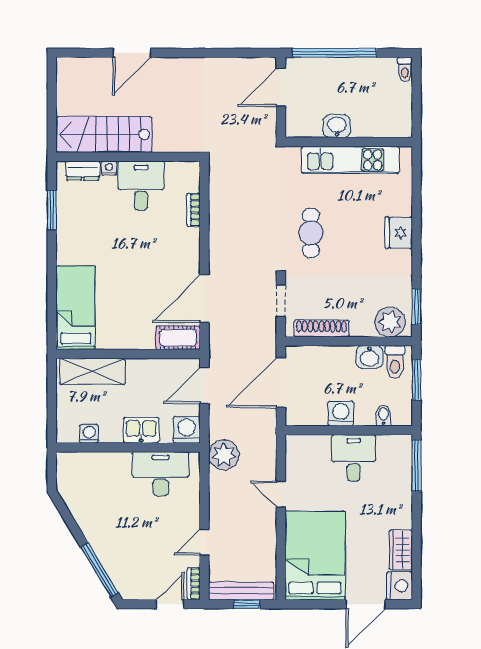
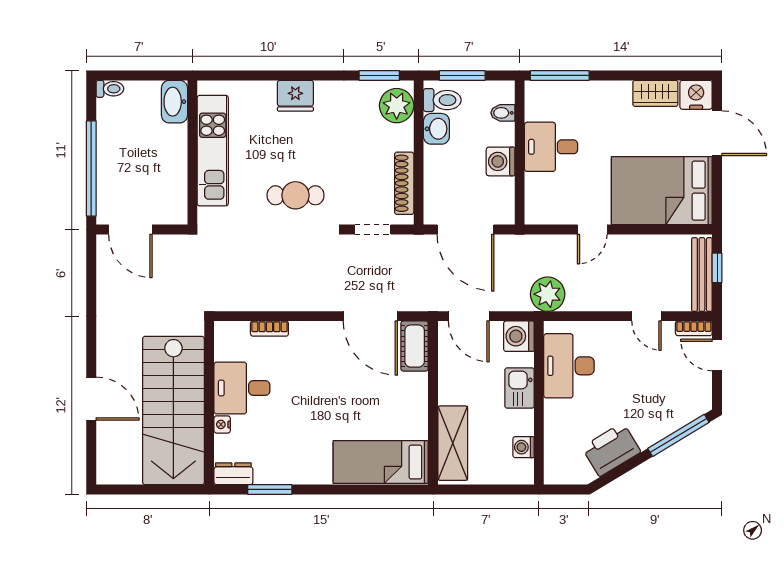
washbasin: (337, 126) -> (174, 102), moved, width x1.38
stairs: (104, 134) -> (173, 410), width x1.36, depth x1.51
dresser: (83, 171) -> (233, 474), moved, turned -90
printer: (87, 511) -> (611, 450), added

